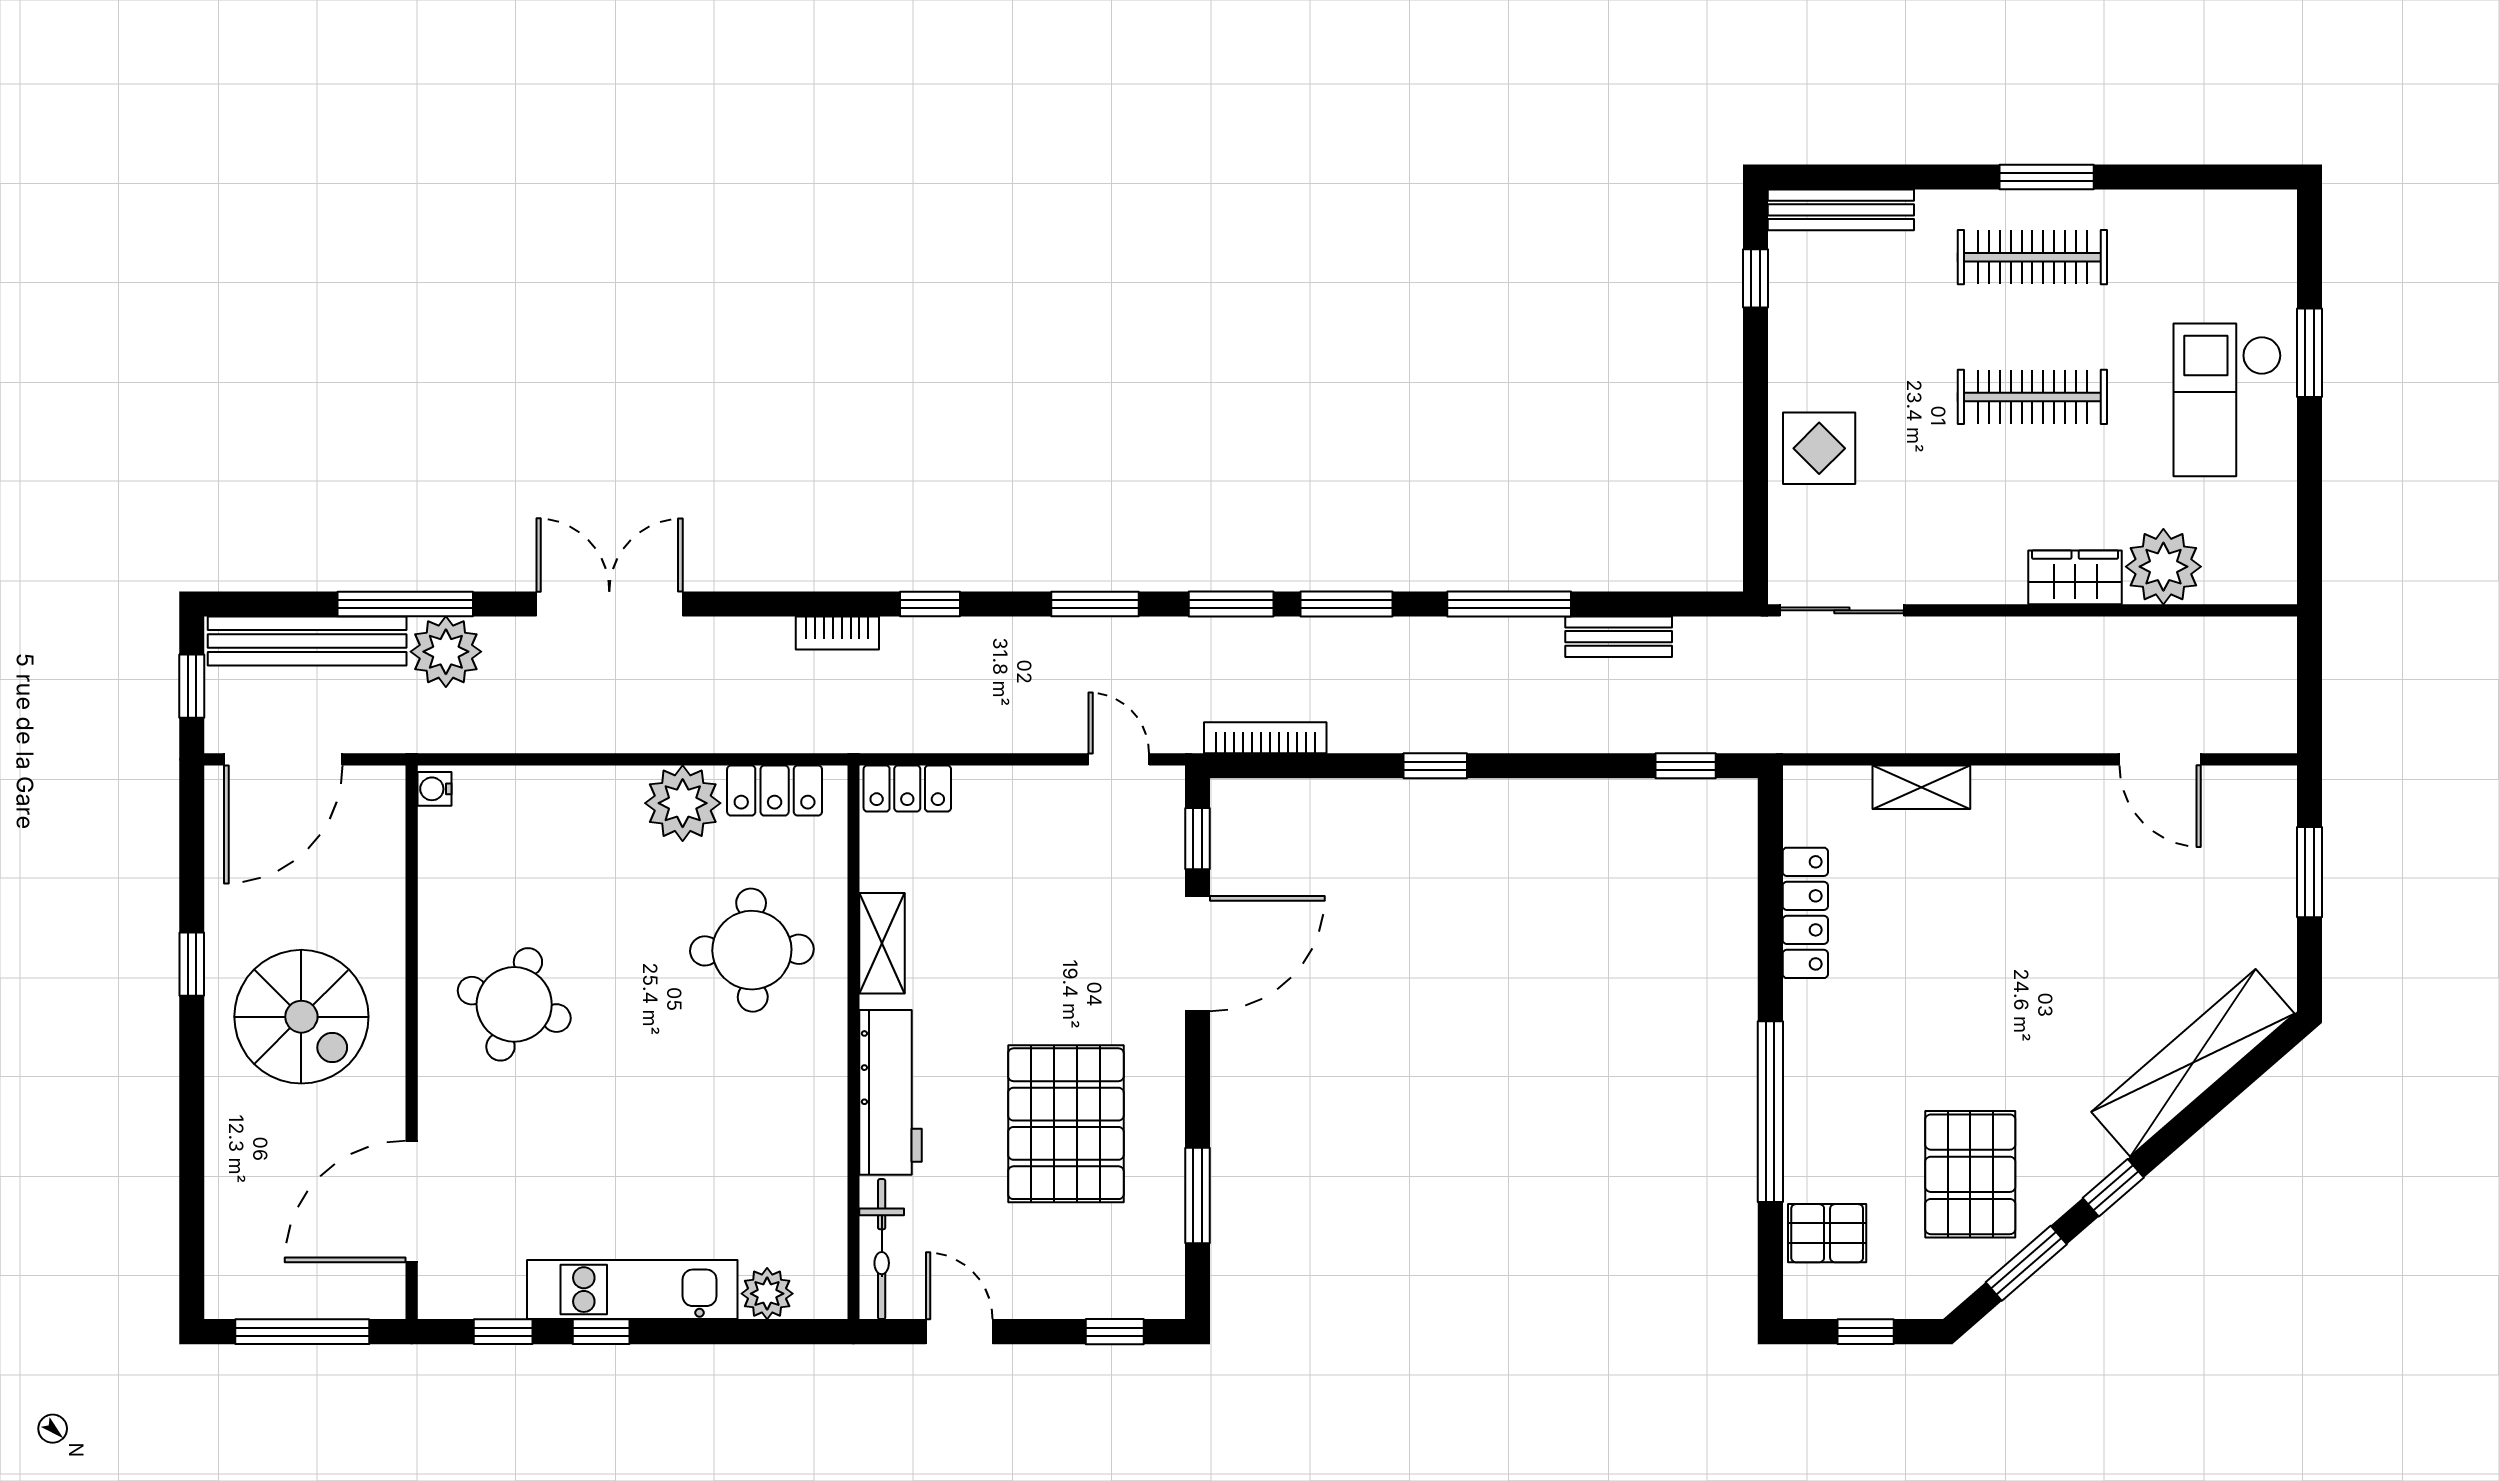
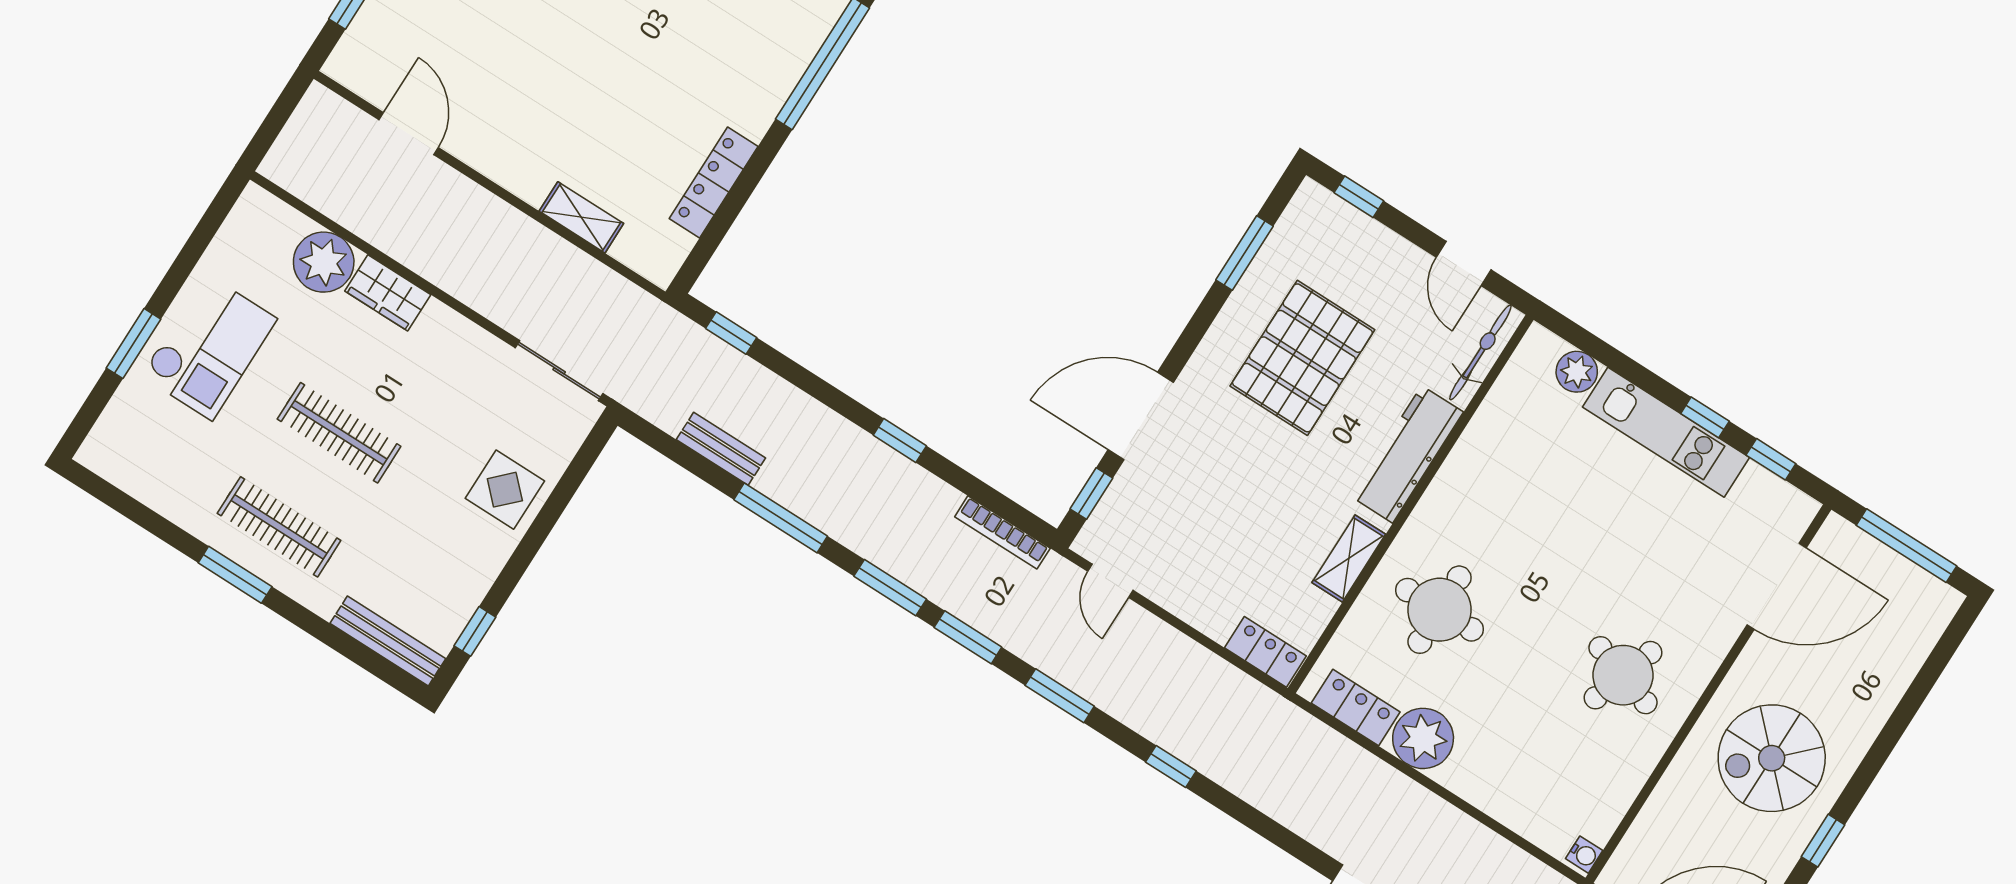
bookcase: (837, 633) -> (1246, 787), removed
spiral stairs: (301, 1017) -> (1772, 758), turned -90

